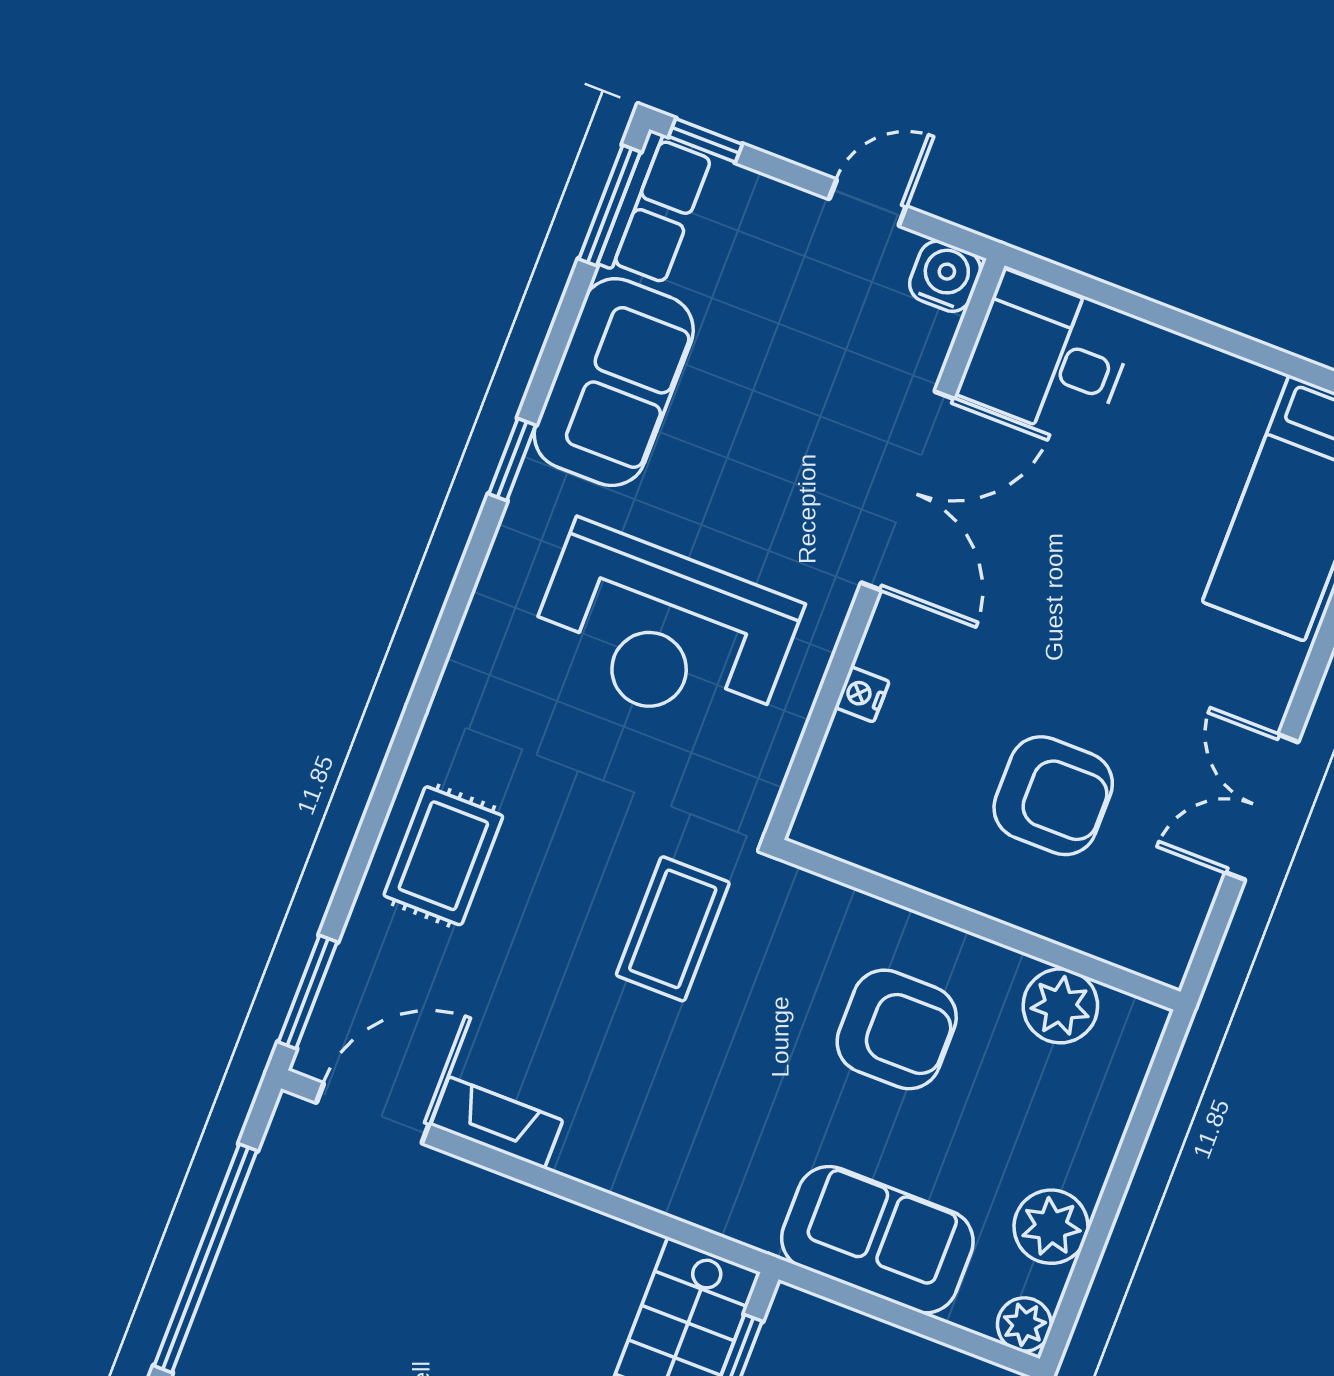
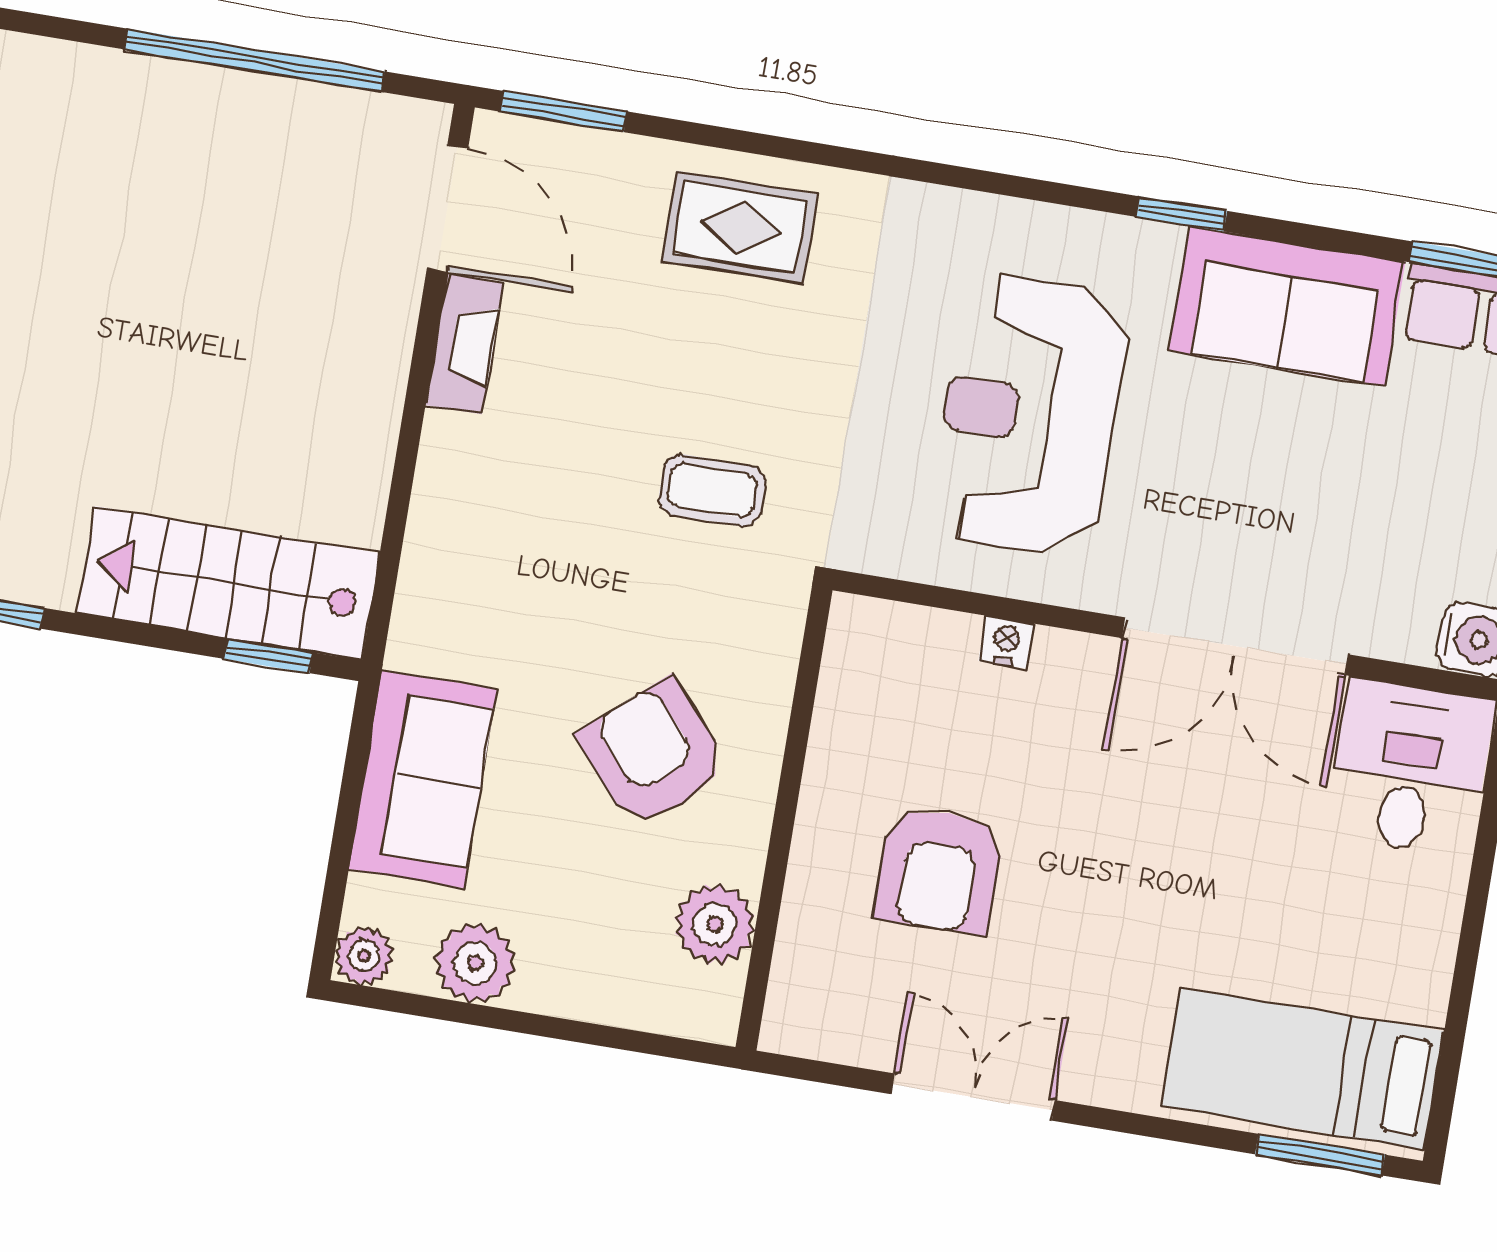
coffee table: (673, 929) -> (712, 490), width x0.73, depth x0.77
armchair: (897, 1029) -> (653, 753), turned 139

